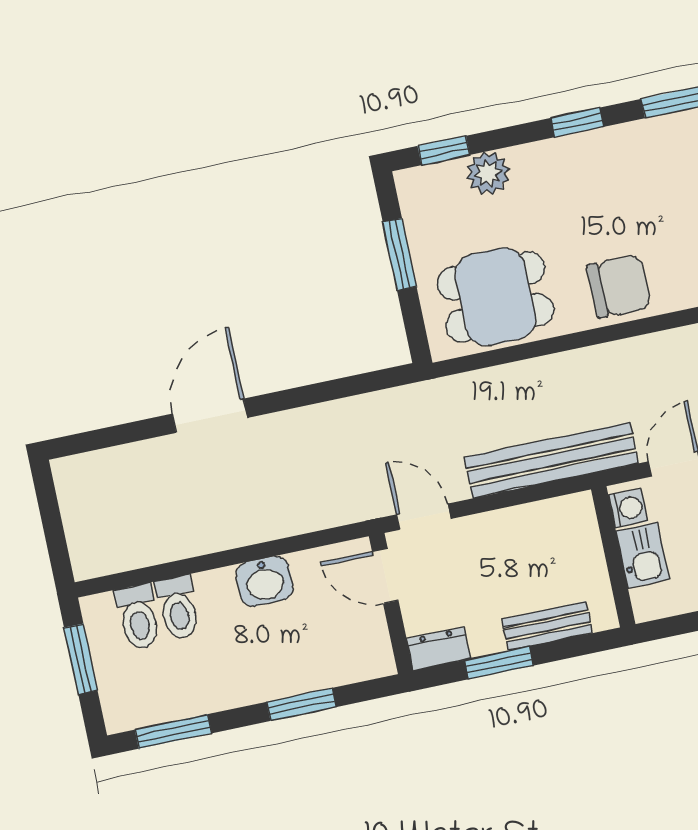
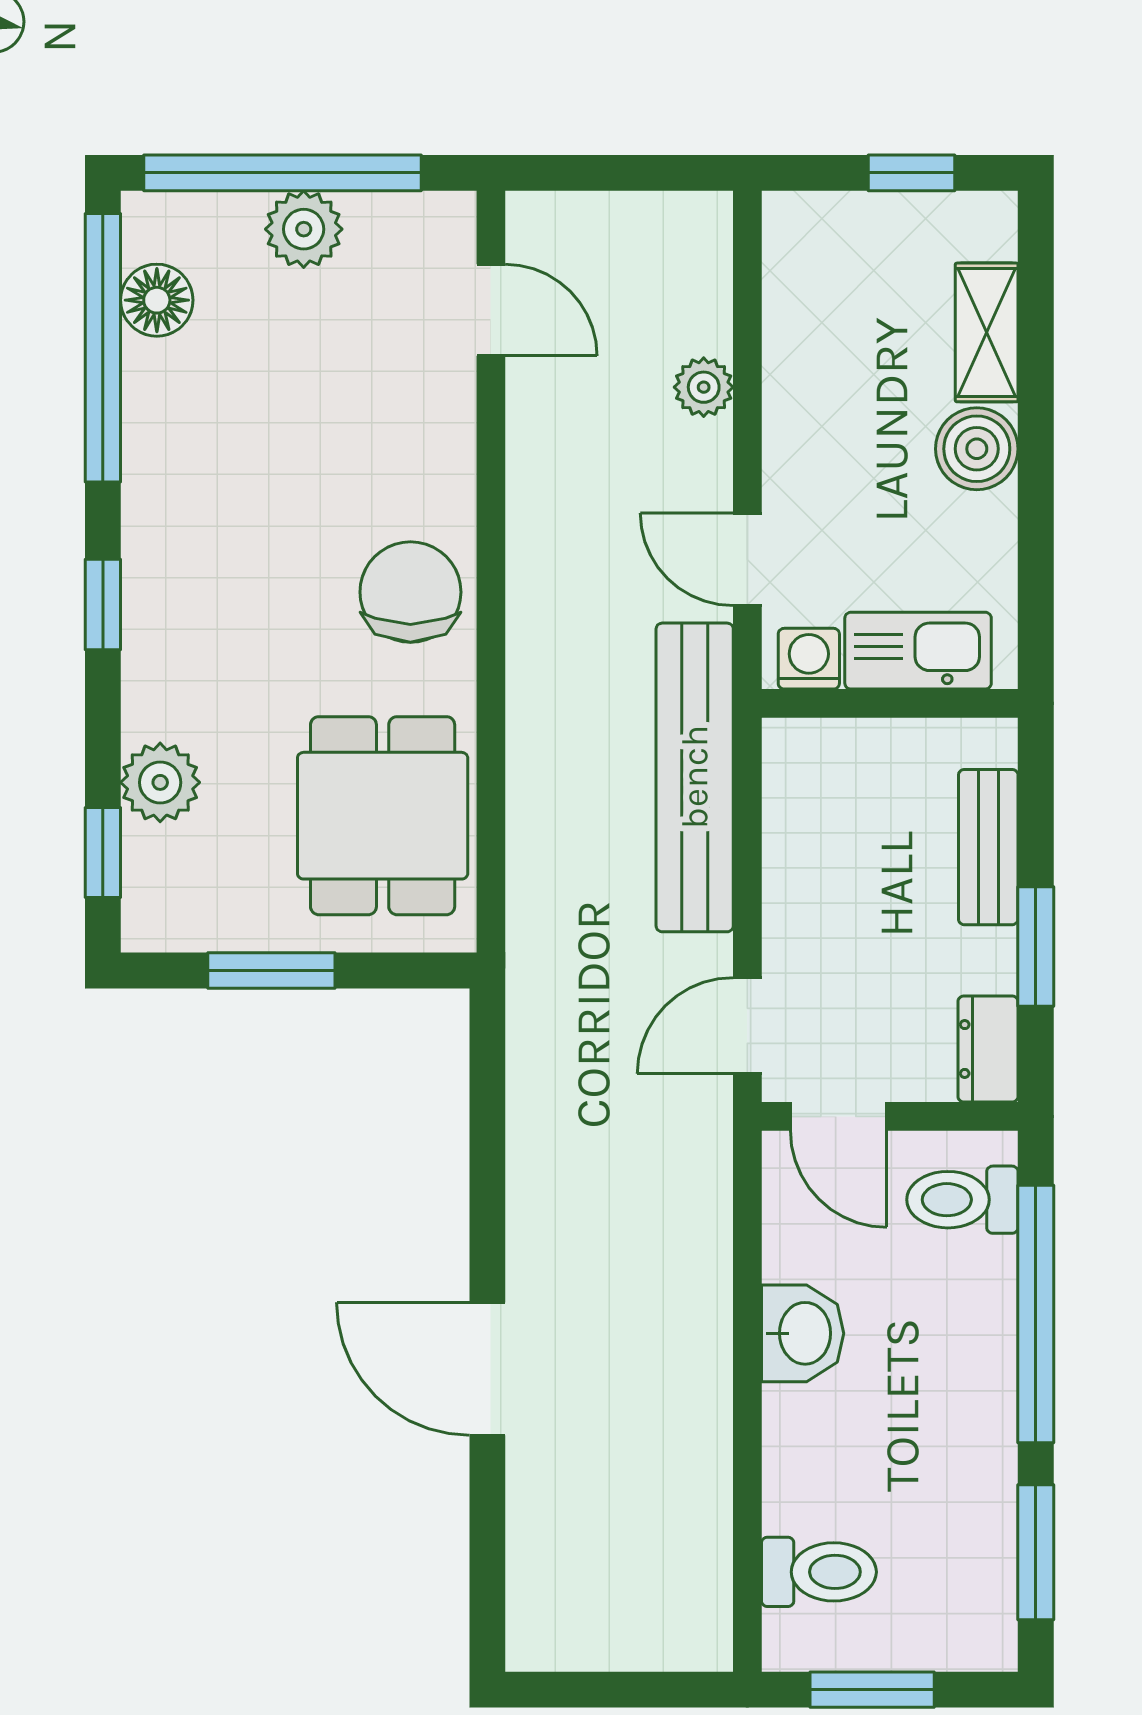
kitchen sink: (643, 555) -> (918, 651), width x1.38
door: (385, 576) -> (839, 1116), hinge flipped
toilet: (178, 608) -> (962, 1200), moved, turned 180
window: (301, 704) -> (1036, 1314), width x2.11

